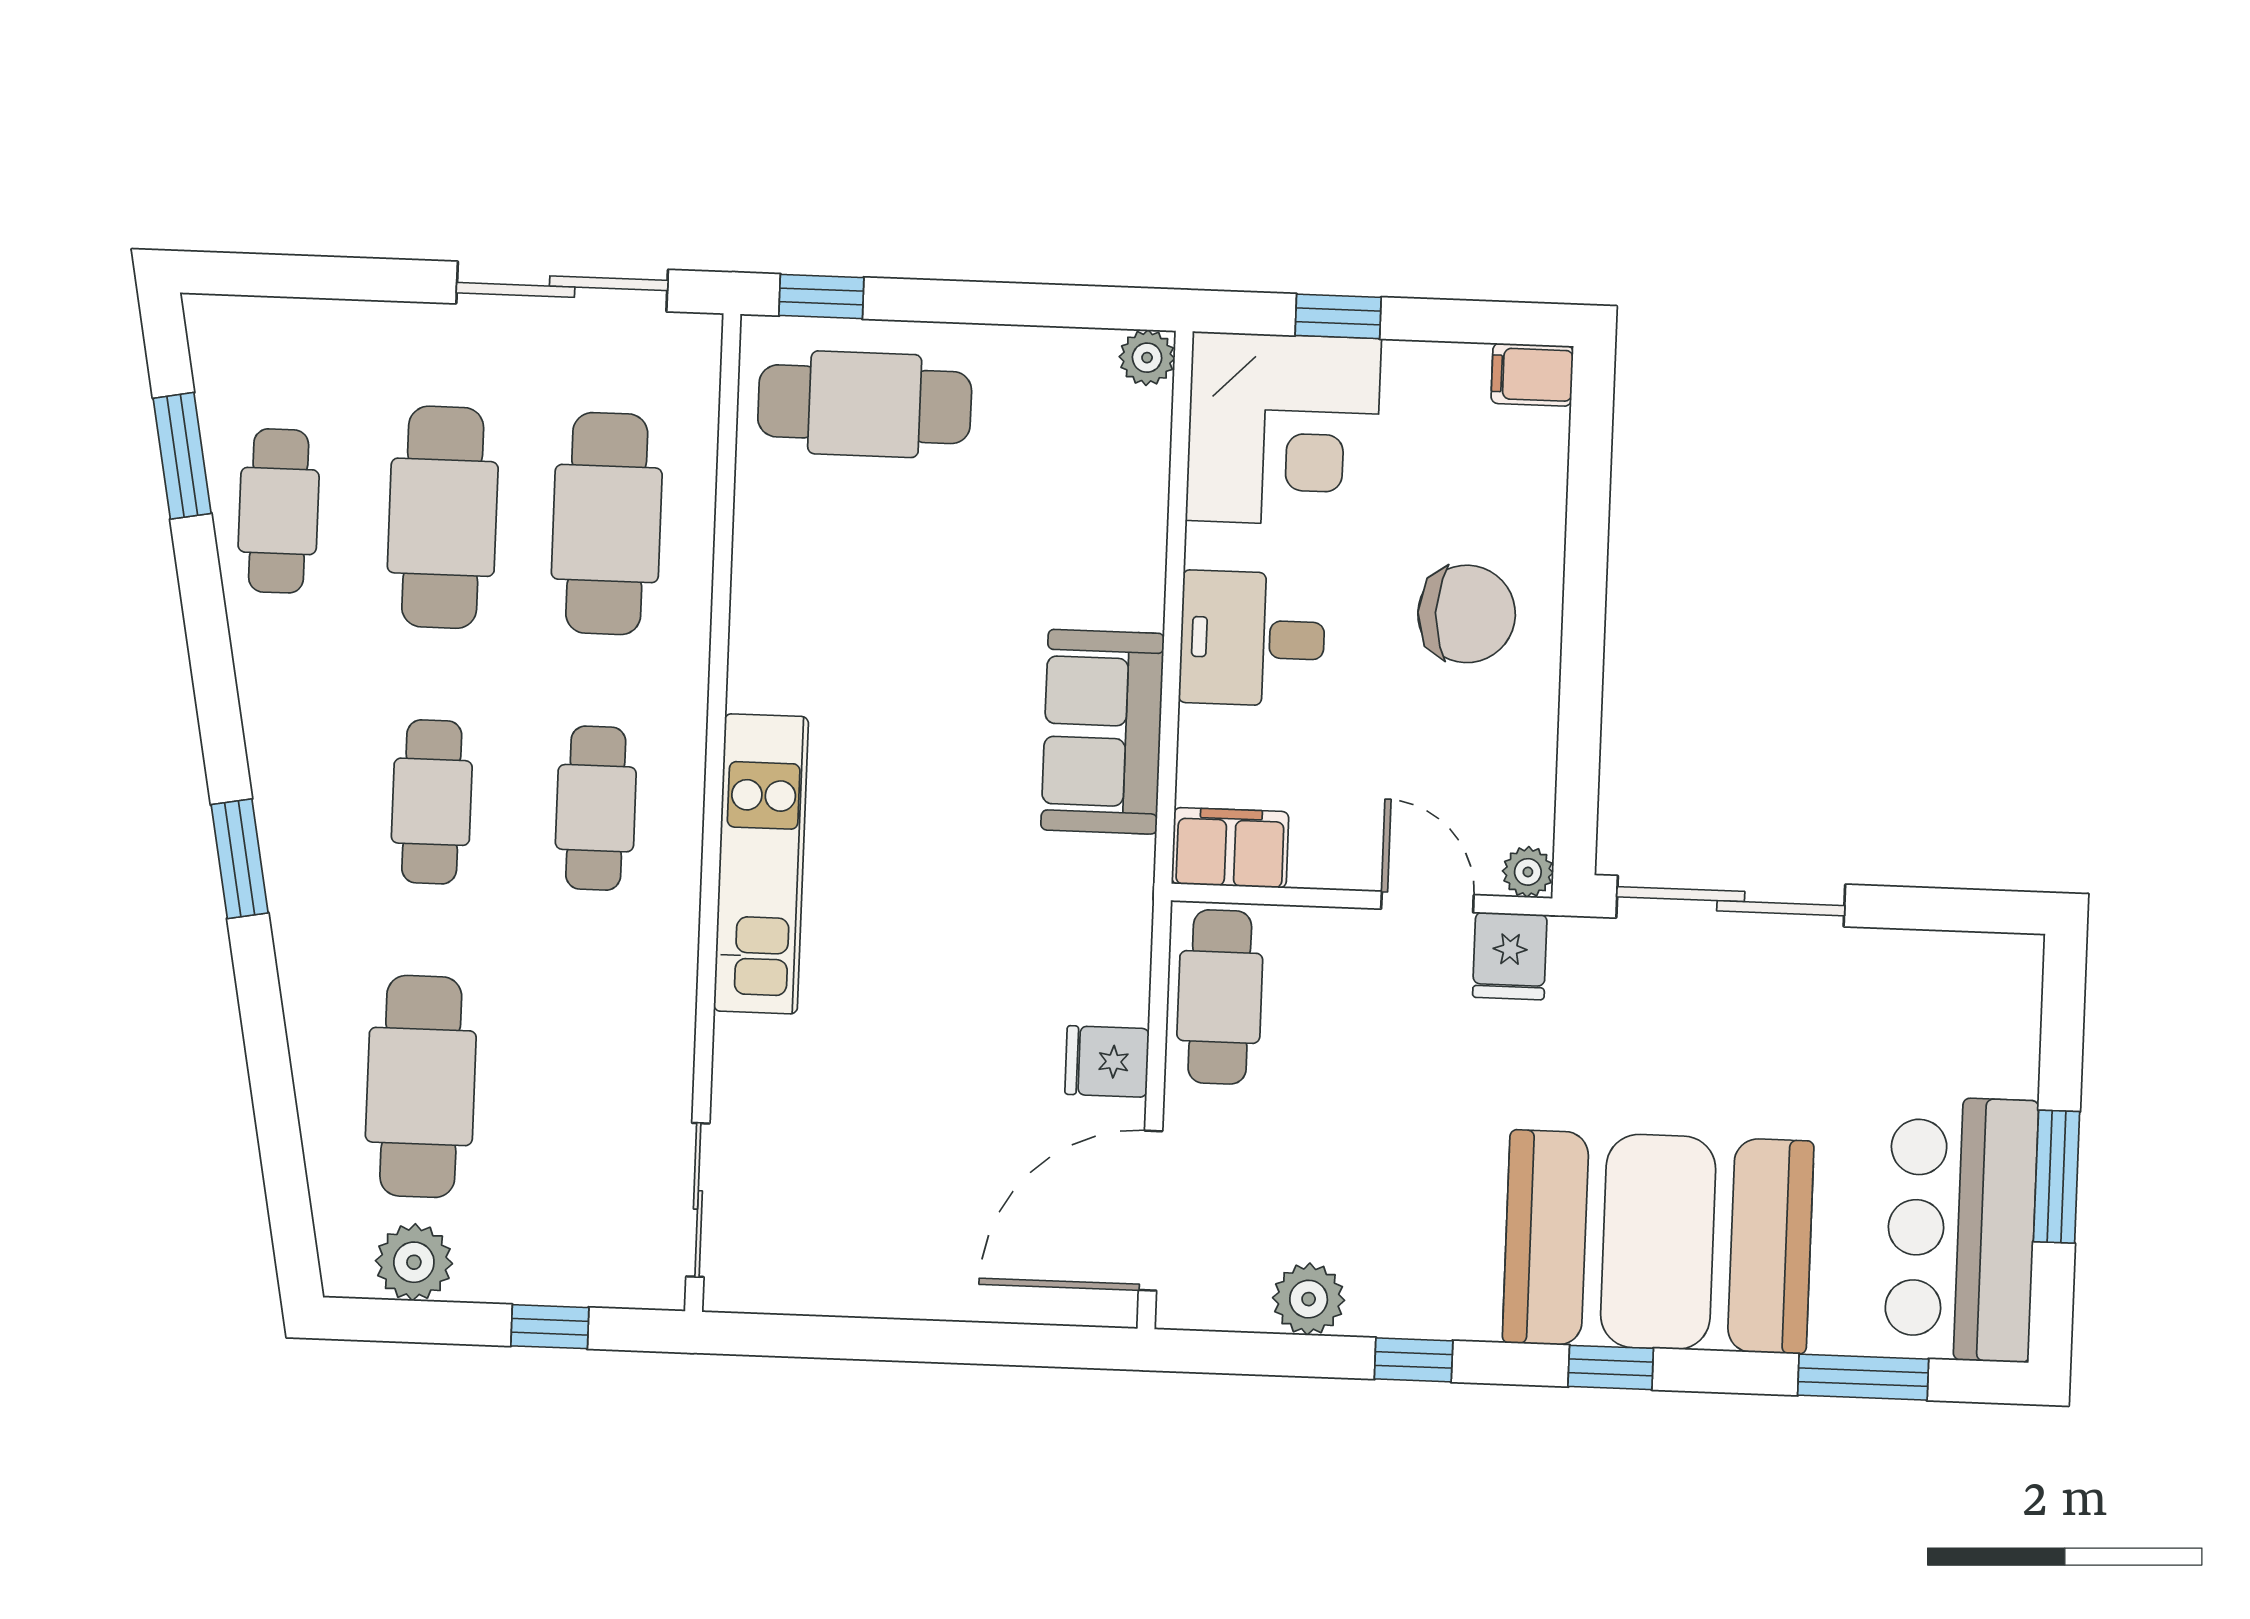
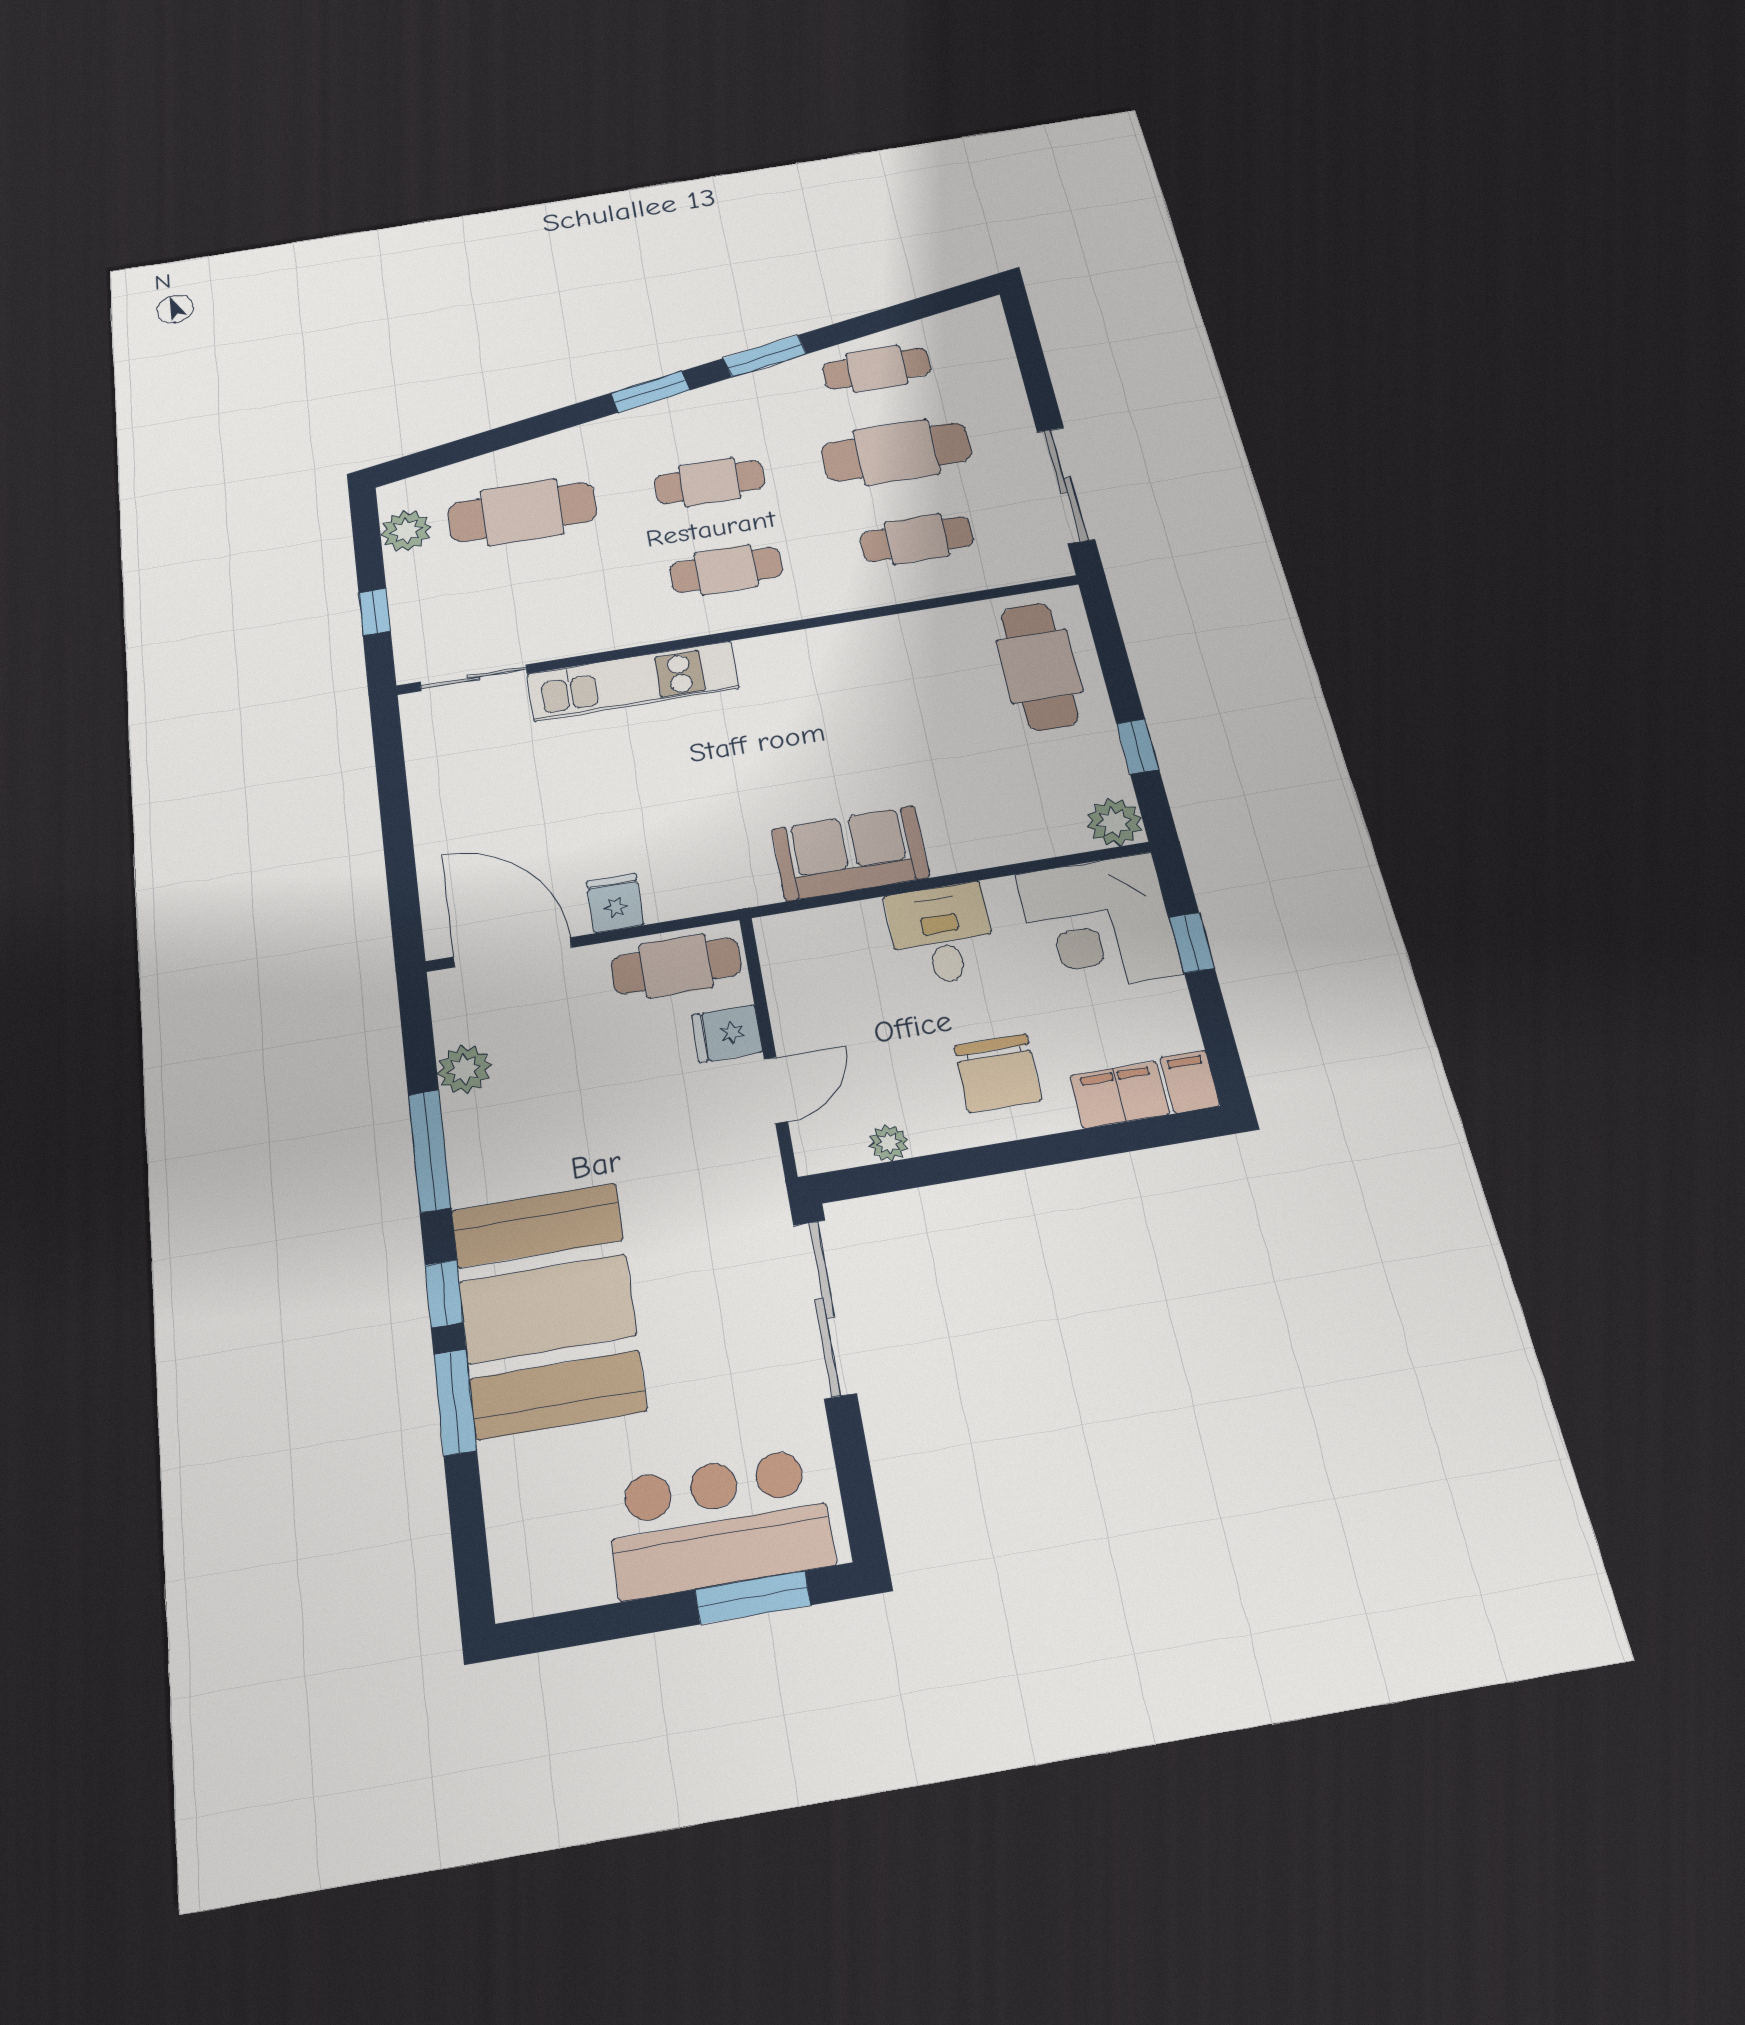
window: (821, 296) -> (1138, 746), moved
plant: (1147, 358) -> (1114, 822), width x1.38, depth x1.38
window: (182, 456) -> (765, 356), moved
cafe table: (607, 524) -> (917, 539), width x0.73, depth x0.74
filing cabinet: (1230, 848) -> (1120, 1095), moved, turned -90
kitchen unit: (761, 864) -> (633, 681), moved
plant: (1528, 872) -> (889, 1143), moved
fridge: (1510, 956) -> (727, 1034), moved
window: (2057, 1177) -> (753, 1597), moved
bar counter: (1961, 1229) -> (719, 1523), moved
window: (1414, 1360) -> (429, 1151), width x2.17
window: (1863, 1377) -> (455, 1402), moved

